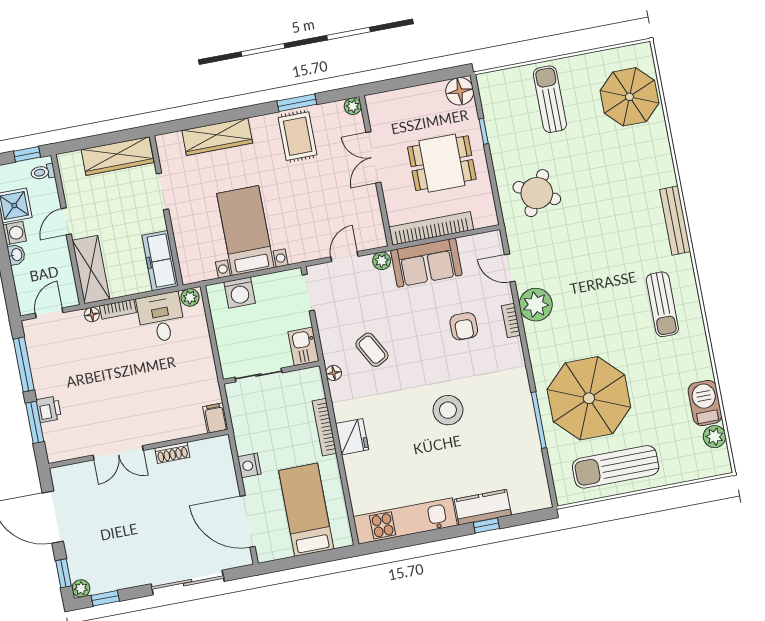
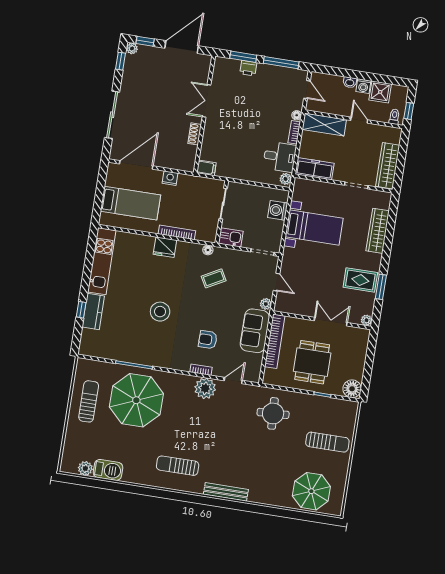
round table: (537, 193) -> (273, 413), turned -32
sun lounger: (616, 467) -> (89, 401), width x0.73, depth x0.75

